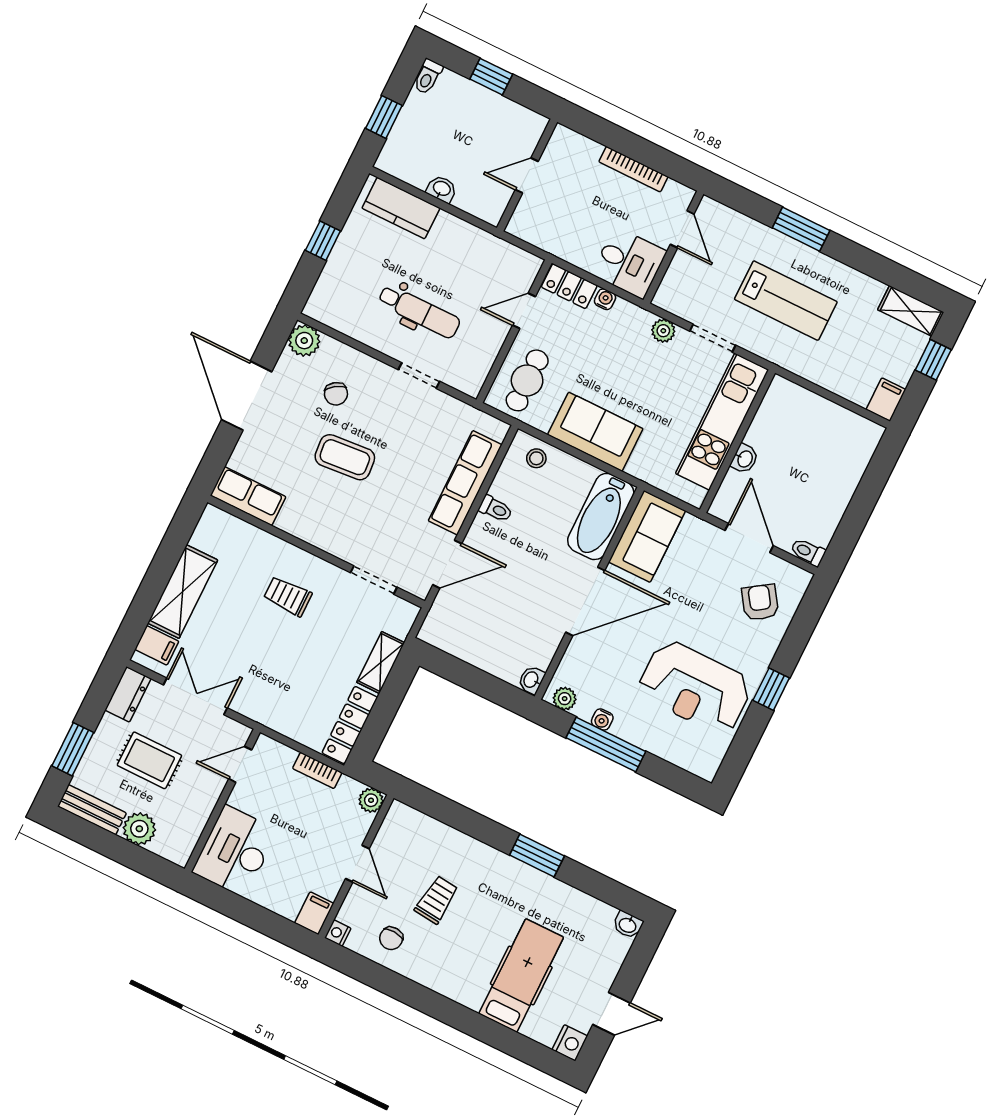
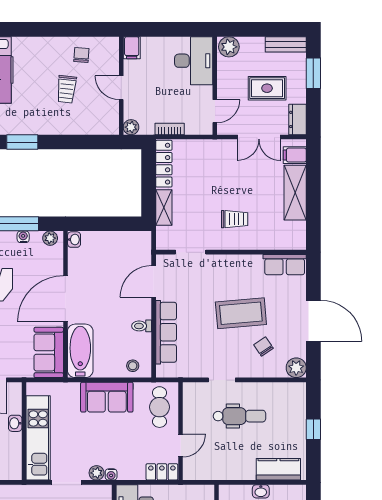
water cooler: (605, 299) -> (111, 474), moved
dental chair: (419, 311) -> (239, 416), turned 180
coffee table: (345, 457) -> (241, 313), width x1.36, depth x1.32
plant: (139, 829) -> (229, 47), moved
nightstand: (338, 933) -> (113, 43), removed

